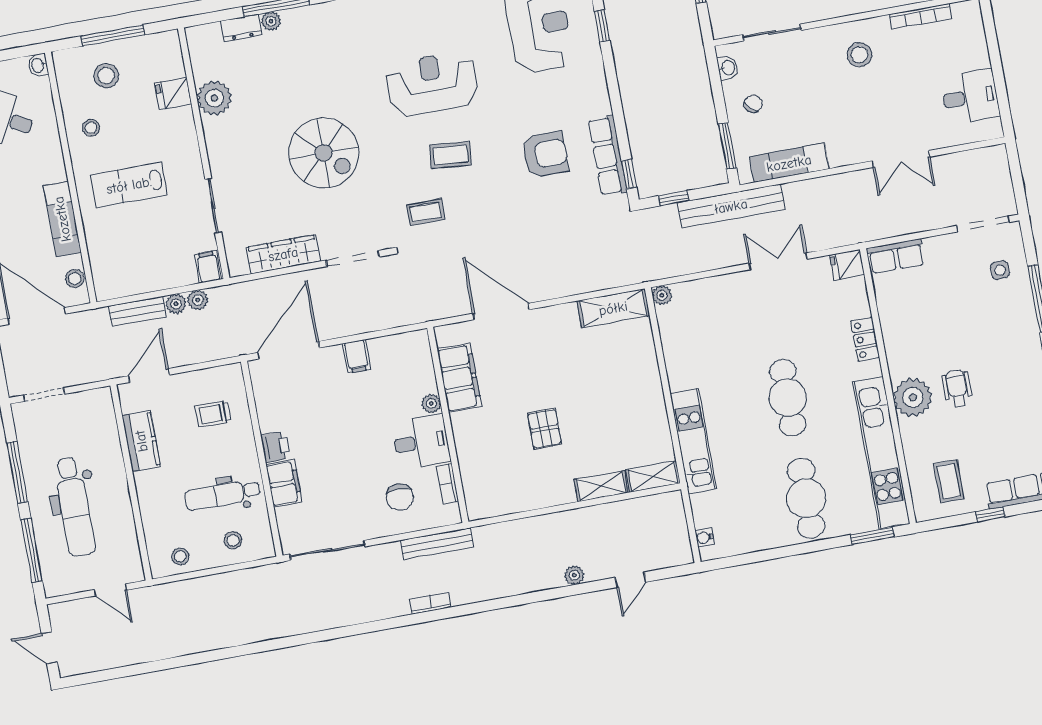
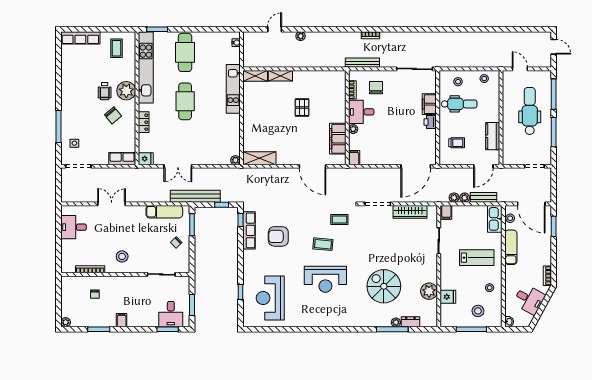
washbasin: (728, 68) -> (185, 262), removed
spiral stairs: (324, 153) -> (384, 286), moved
kitchen sink: (106, 271) -> (495, 219), added
chair: (931, 342) -> (113, 115), added
filing cabinet: (357, 356) -> (354, 158), moved
window: (990, 514) -> (100, 29), removed

